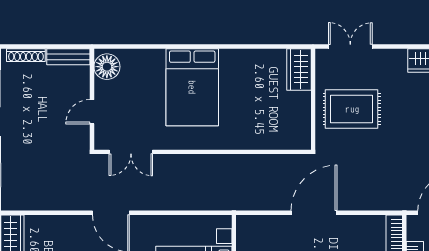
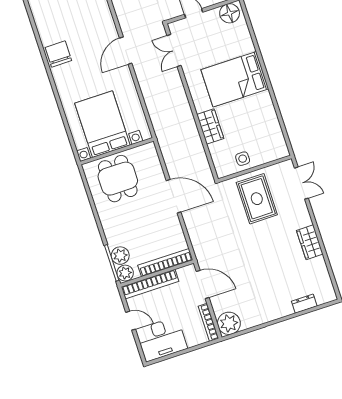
wardrobe: (299, 69) -> (210, 126), moved, turned 90
side table: (295, 110) -> (243, 159), added

